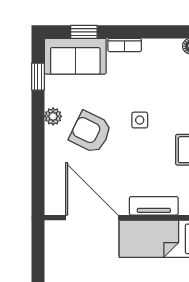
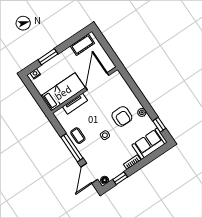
window: (84, 32) -> (120, 178), moved
armchair: (91, 132) -> (122, 116), turned 64
door: (92, 218) -> (97, 81), swing flipped

